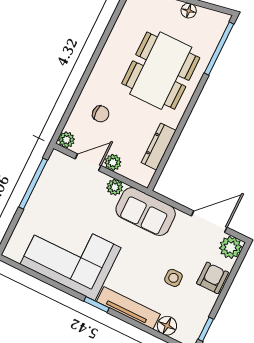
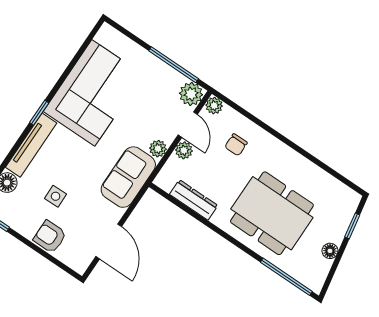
plant: (231, 247) -> (191, 94), moved
armchair: (212, 278) -> (50, 237), turned 180

